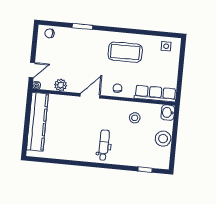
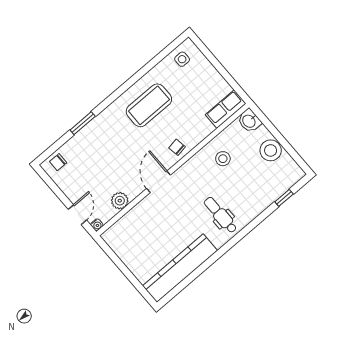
row of seats: (155, 94) -> (226, 109), width x0.68
kitchen counter: (37, 122) -> (180, 268), moved, turned -90

